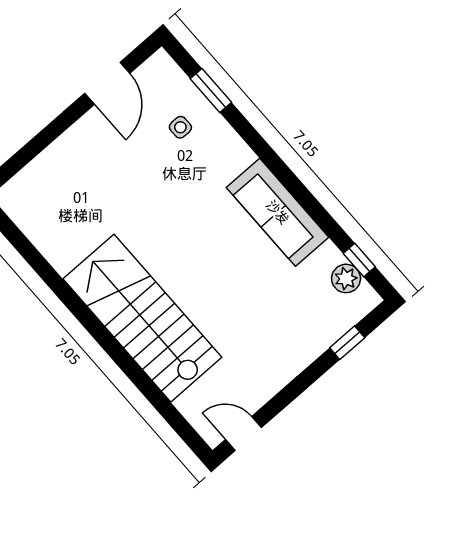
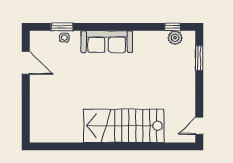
side table: (180, 127) -> (64, 38), moved
sofa: (278, 212) -> (107, 42), moved
window: (347, 343) -> (199, 58), width x1.50

